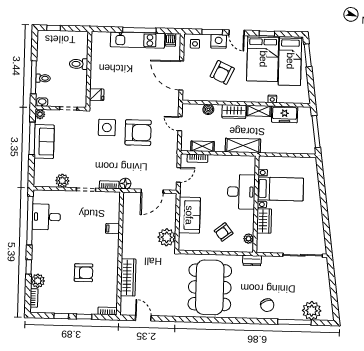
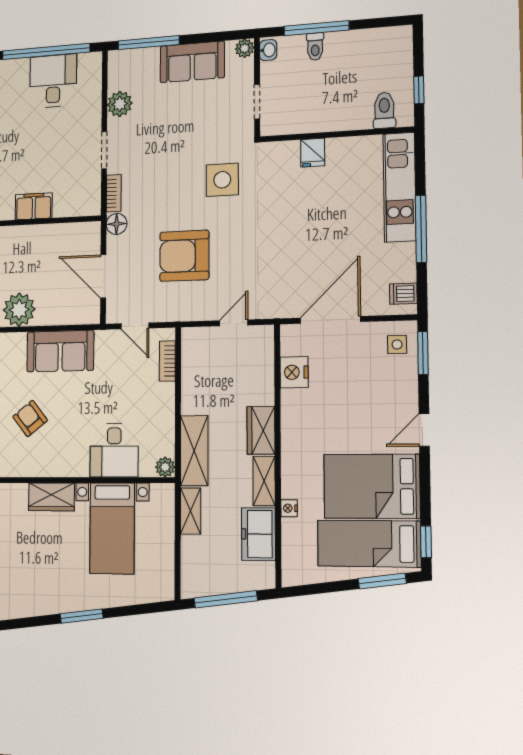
window: (54, 28) -> (419, 90), moved
window: (212, 32) -> (423, 353), moved
window: (267, 33) -> (426, 542), moved
kitchen unit: (138, 40) -> (400, 187), moved
nightstand: (219, 41) -> (294, 372), moved, turned 180
toilet: (79, 64) -> (384, 110), moved
armchair: (222, 72) -> (340, 403), removed
fridge: (97, 95) -> (313, 153), moved
boiler: (208, 109) -> (264, 378), removed
armchair: (138, 133) -> (184, 256), moved, turned 90
window: (32, 138) -> (149, 43), moved
shelving: (202, 146) -> (191, 511), moved
desk: (241, 192) -> (114, 450), width x0.73
window: (324, 206) -> (82, 616), added
filing cabinet: (113, 229) -> (34, 206), width x2.00
plant: (249, 239) -> (165, 467), moved

